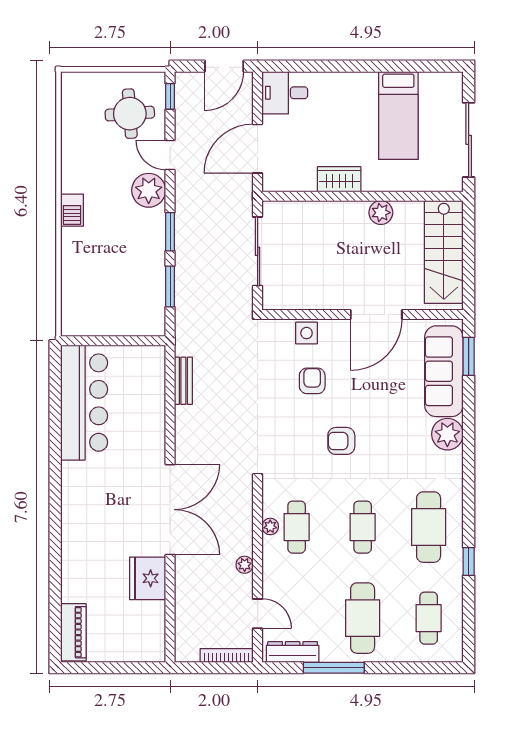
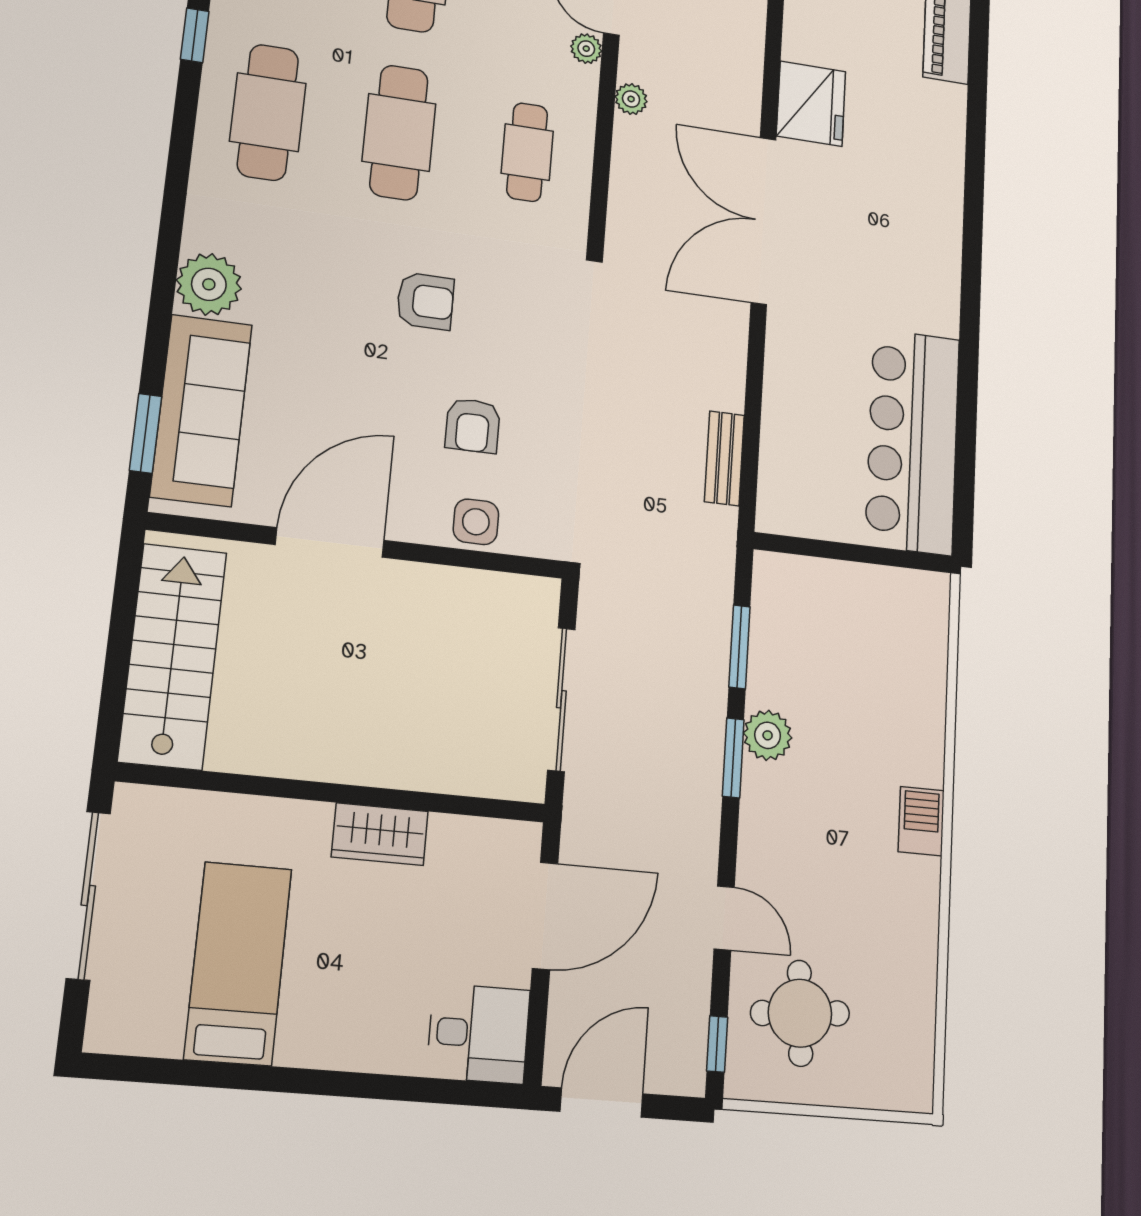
plant: (149, 190) -> (768, 735), moved, width x0.73, depth x0.73
plant: (381, 213) -> (298, 754), removed
plant: (270, 526) -> (586, 49), moved
cafe table: (363, 527) -> (399, 132), width x1.37, depth x1.35

